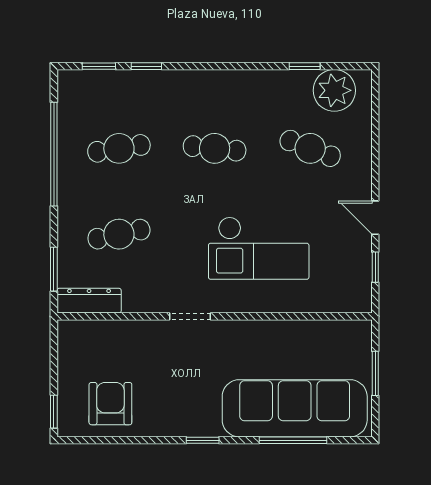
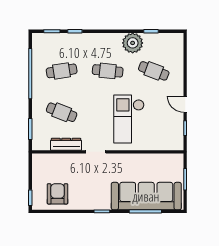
plant: (334, 90) -> (133, 43), moved
cafe table: (119, 234) -> (62, 112), turned 33
checkout: (259, 248) -> (129, 119), turned 90
dresser: (89, 301) -> (66, 144), moved

